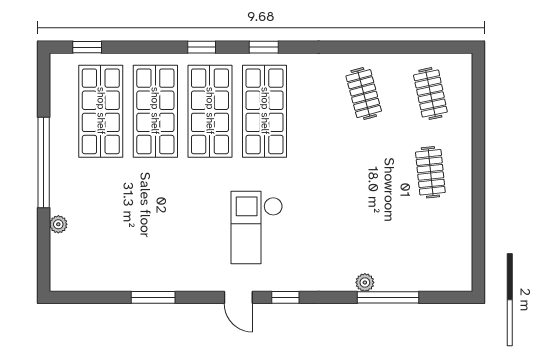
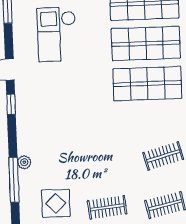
checkout: (257, 228) -> (57, 34), moved, turned -90
display table: (422, 242) -> (56, 203), added

